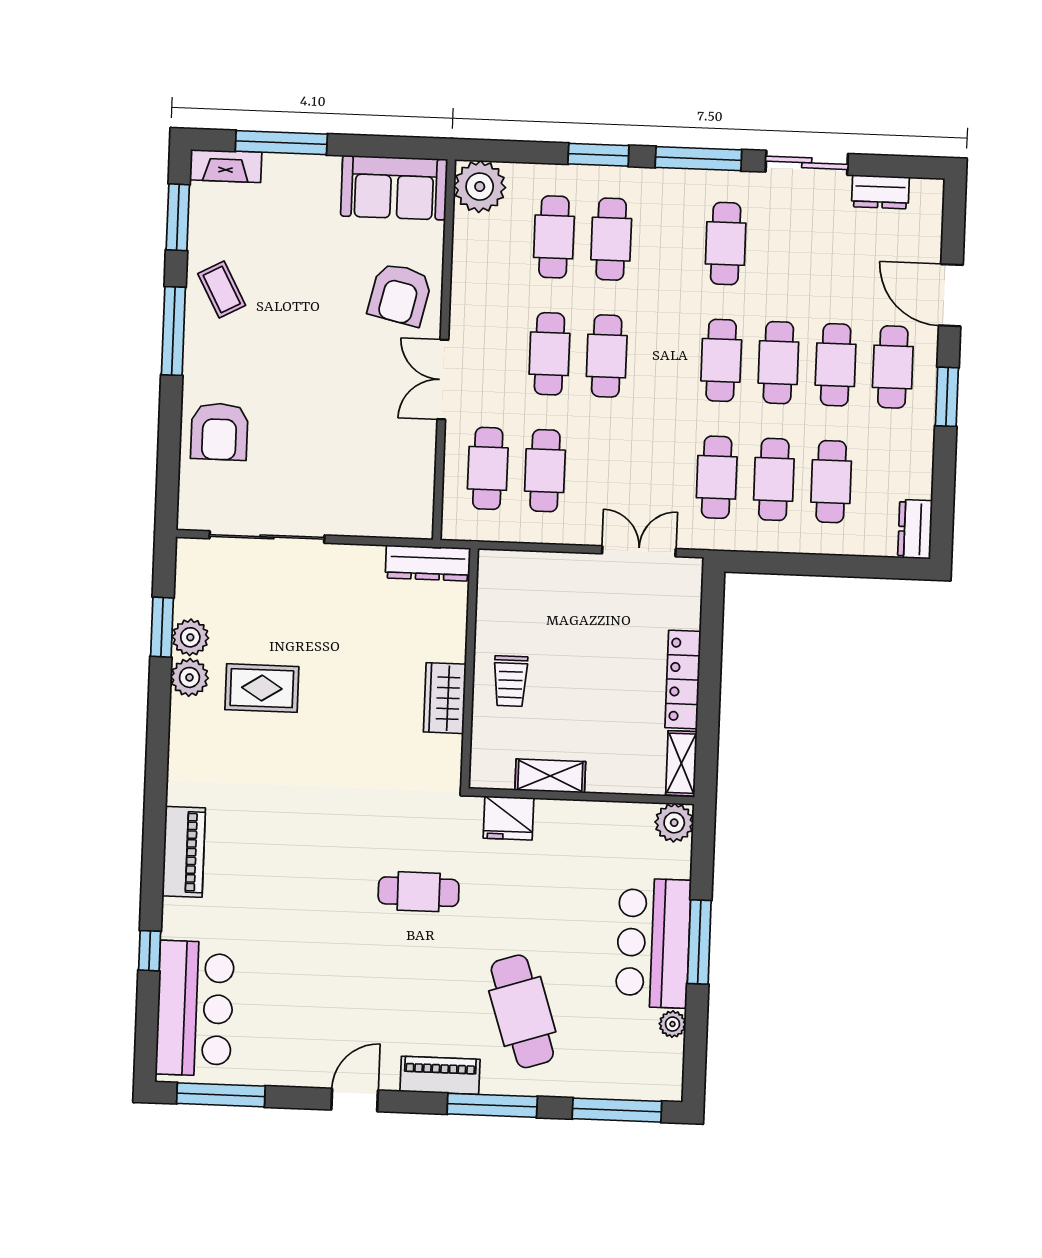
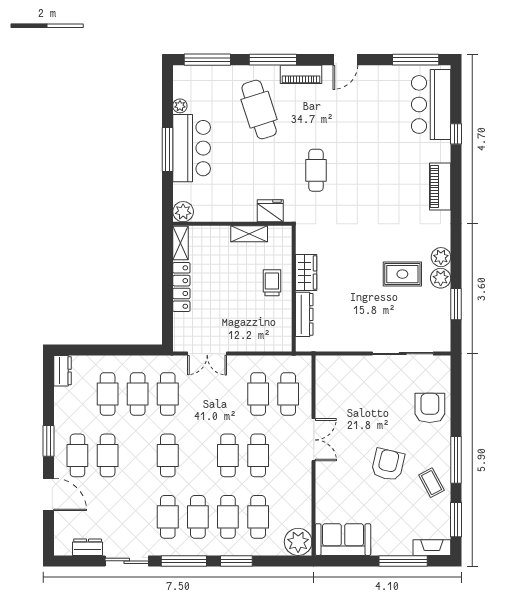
armchair: (400, 294) -> (388, 465), moved
cafe table: (778, 363) -> (198, 517), moved
dresser: (428, 563) -> (304, 314), moved, turned 90
plant: (190, 637) -> (441, 257), moved
cafe table: (419, 892) -> (316, 170), turned 90

